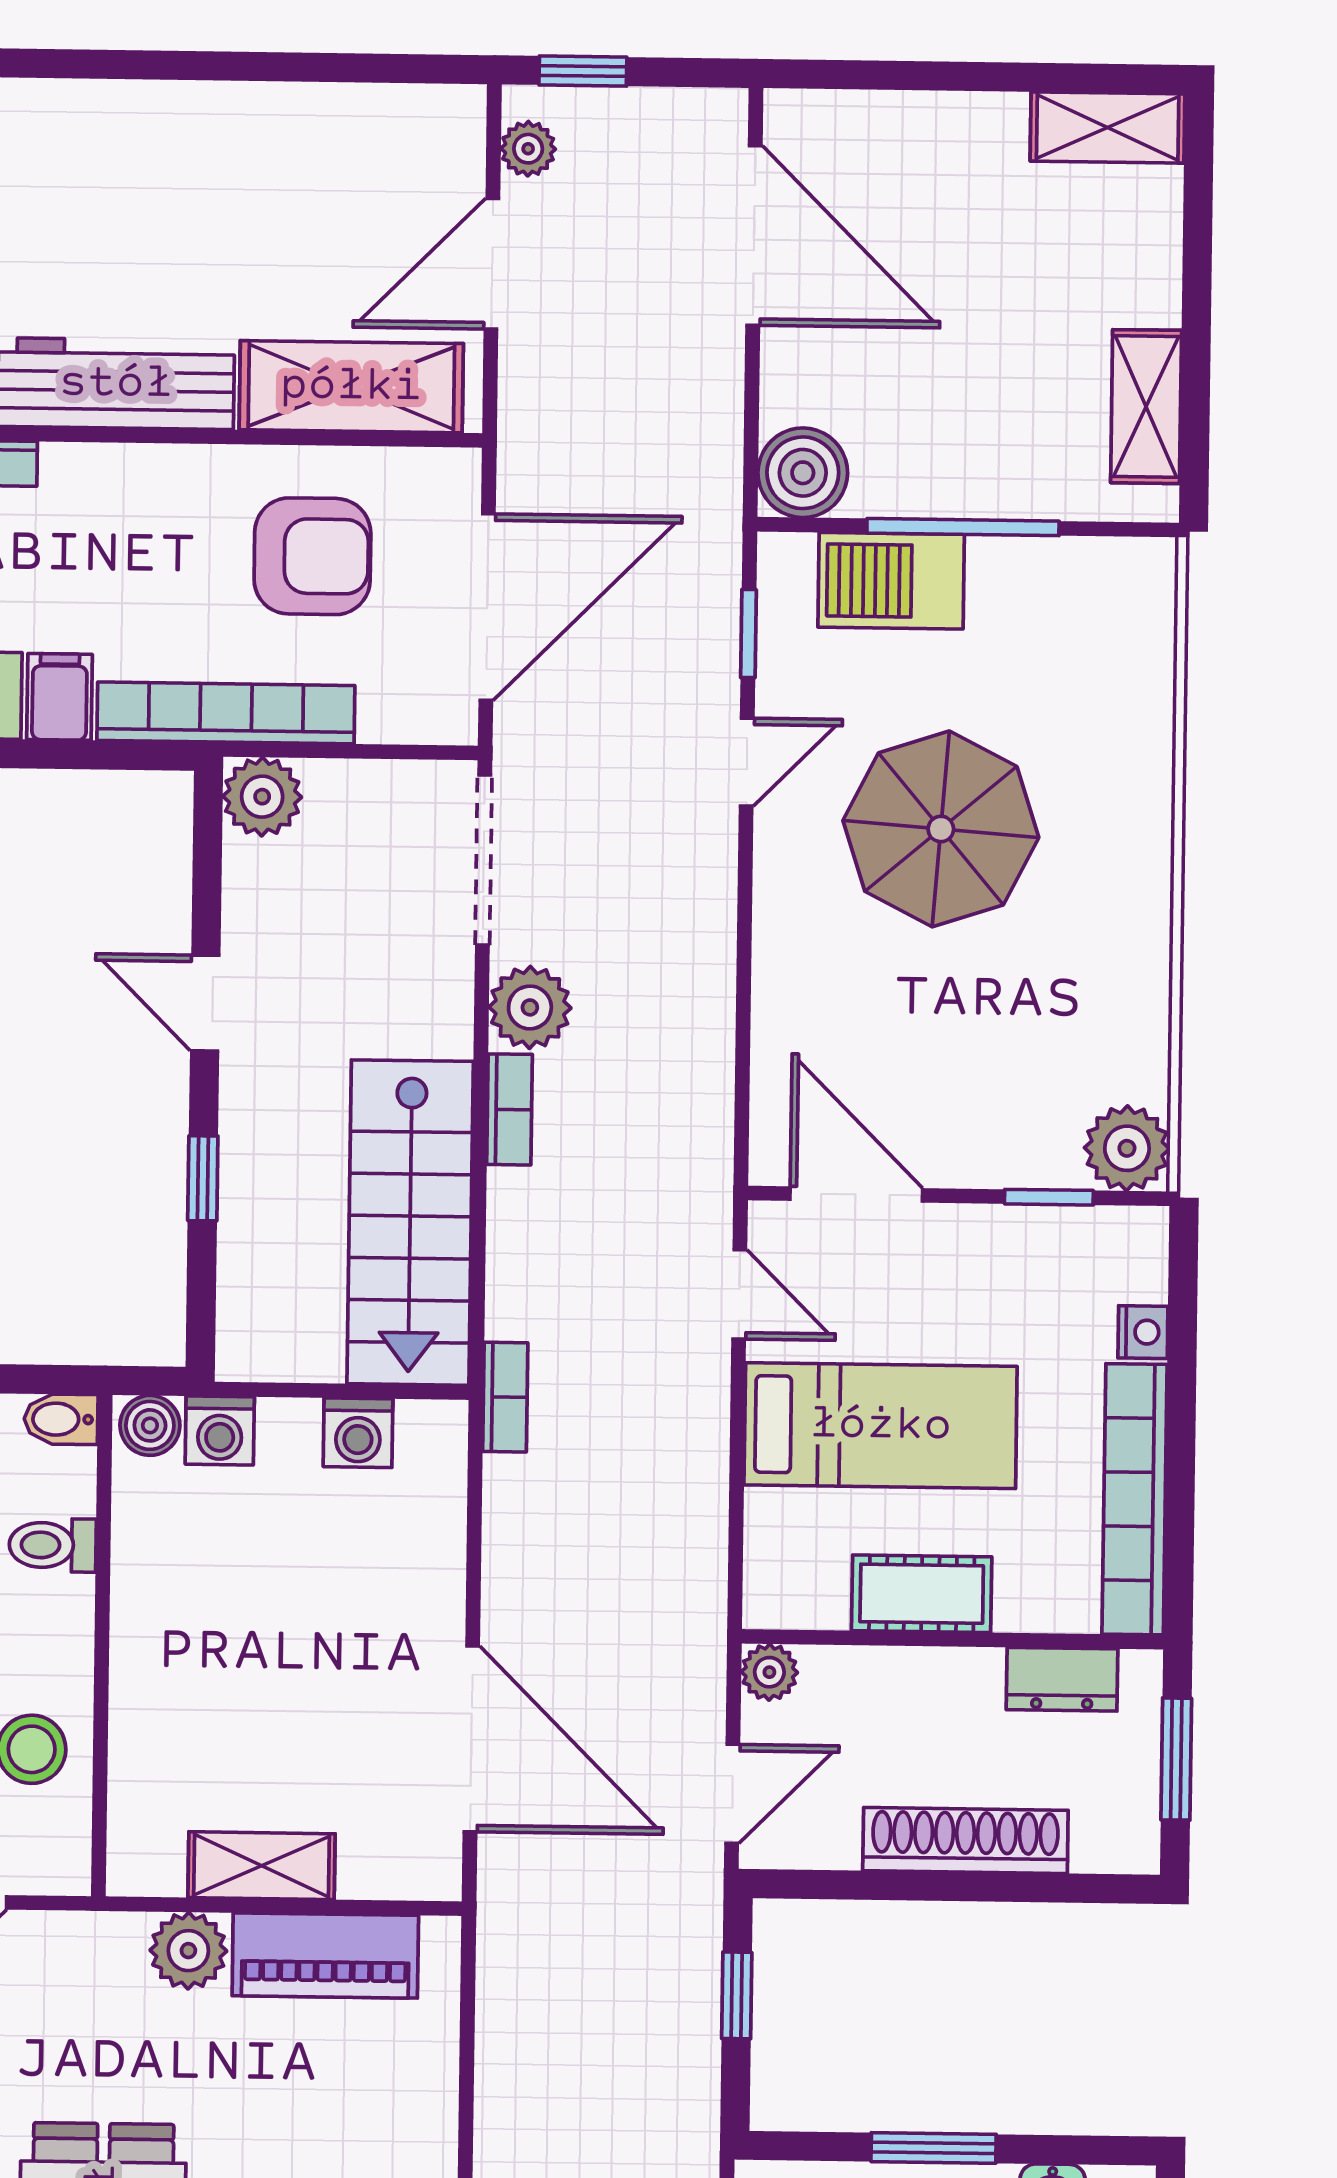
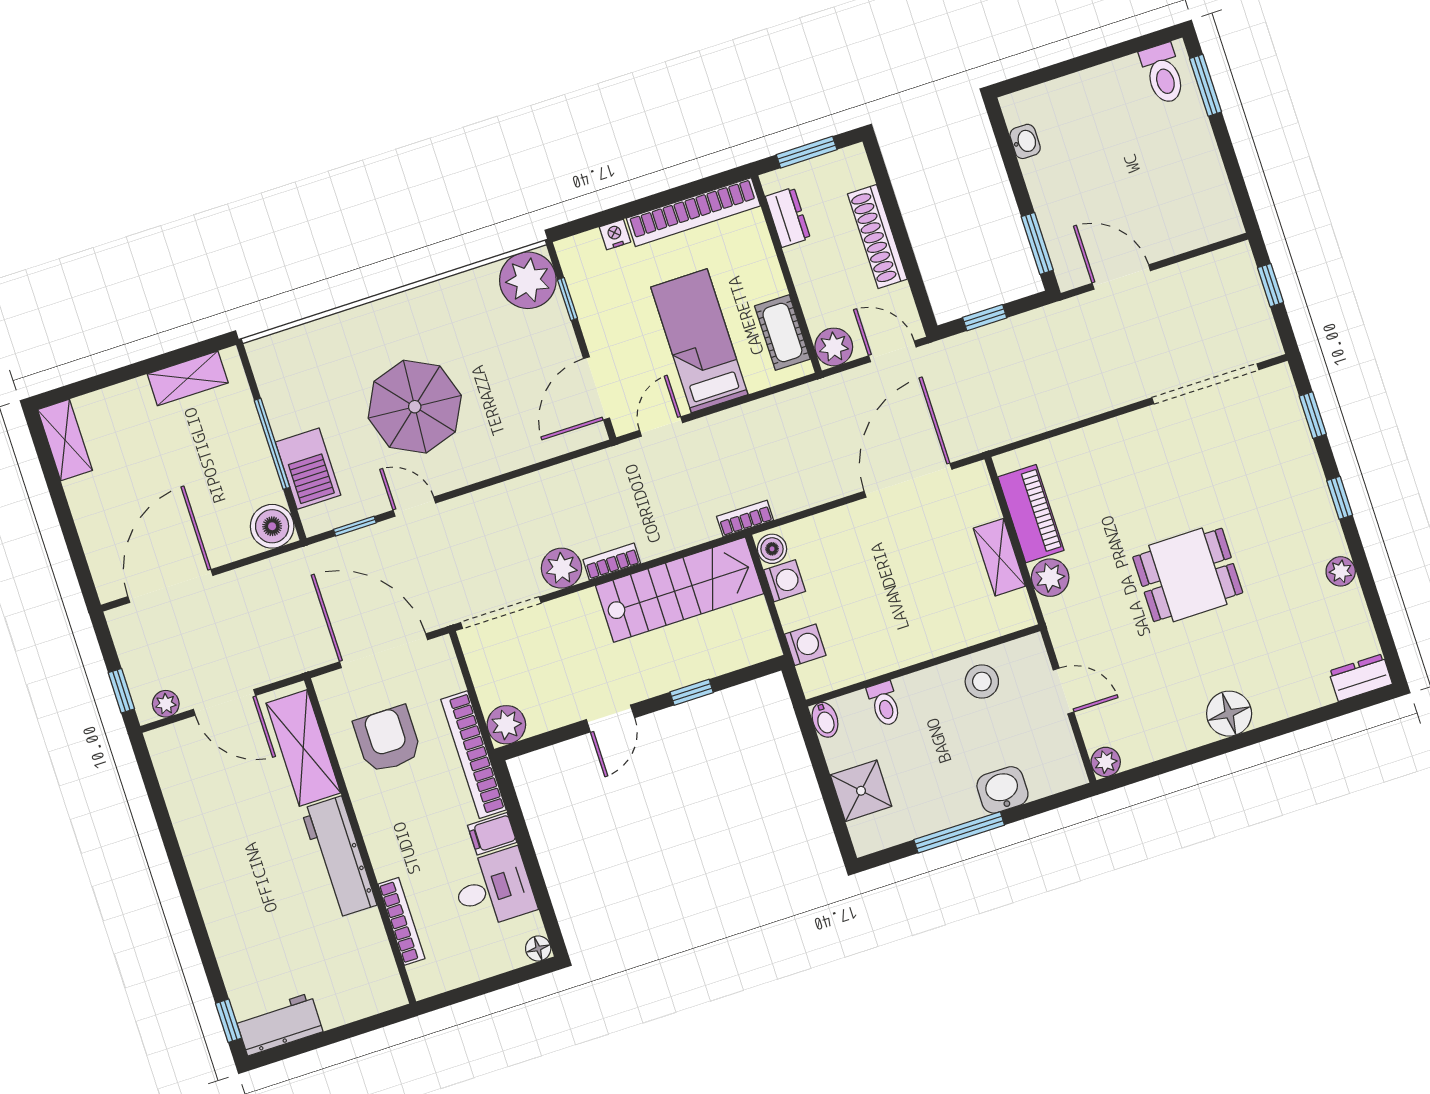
plant: (1127, 1148) -> (528, 280), width x1.36, depth x1.36
boiler: (150, 1425) -> (772, 549), moved
cot: (922, 1594) -> (782, 333), moved
plant: (769, 1672) -> (834, 347), width x1.38, depth x1.38
window: (934, 2148) -> (1037, 243), moved

